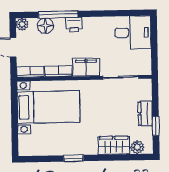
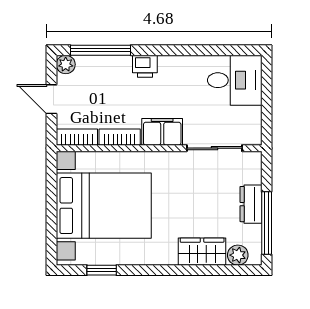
window: (58, 14) -> (100, 50), moved
floor lamp: (45, 26) -> (101, 67), removed
bed with nightstands: (49, 107) -> (104, 206), width x1.36
window: (156, 126) -> (267, 223), width x2.17
window: (73, 158) -> (102, 270), moved

